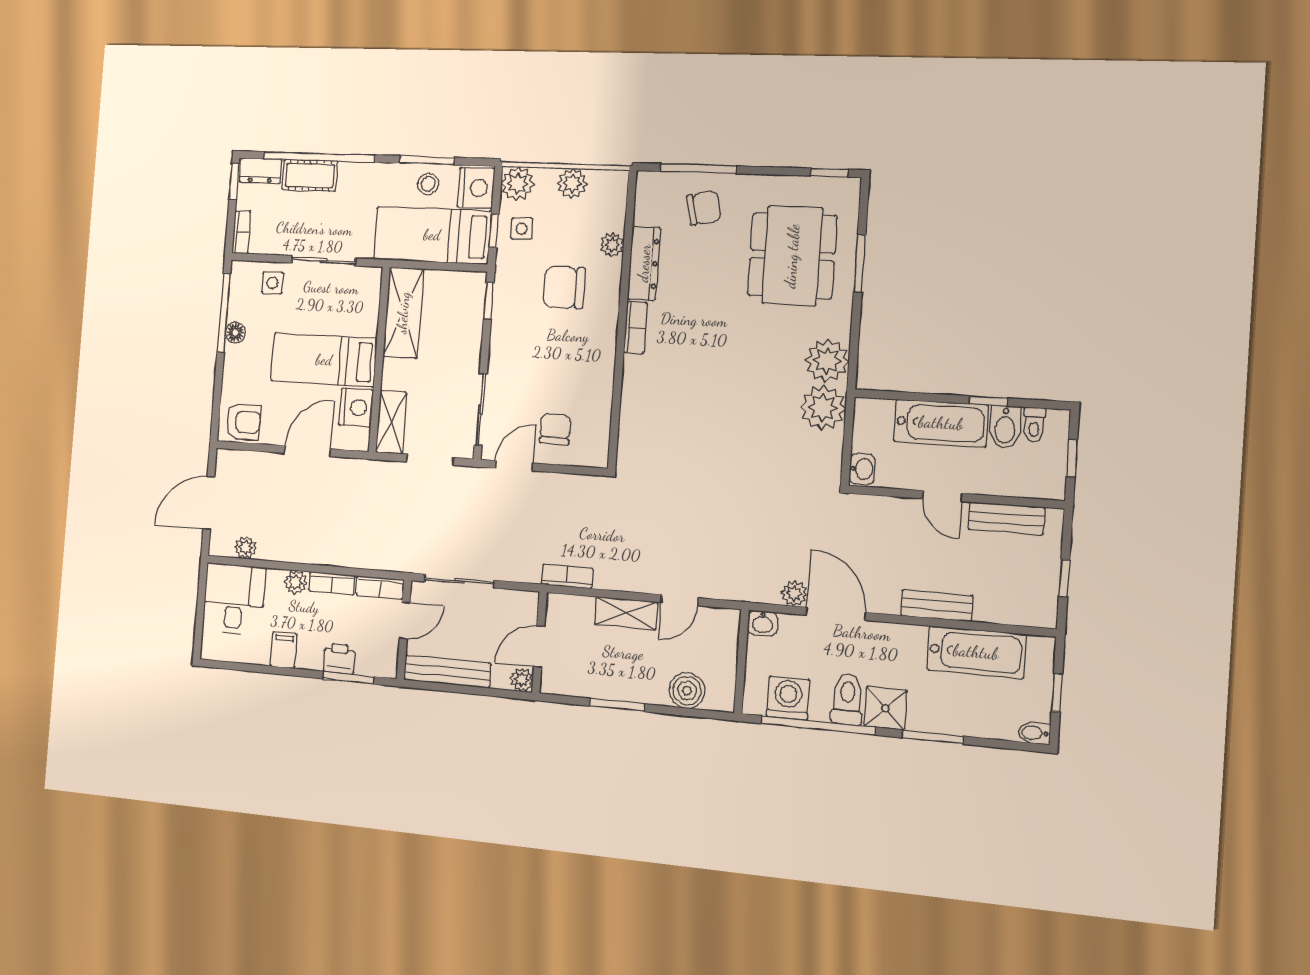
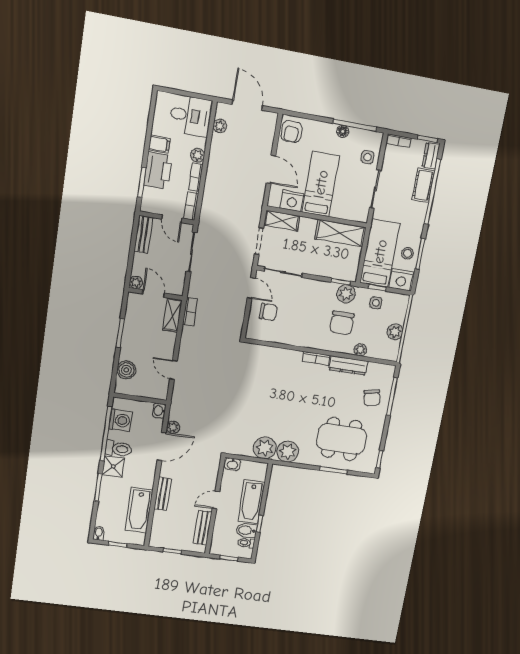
plant: (517, 184) -> (346, 294), moved
chair: (564, 287) -> (342, 323), turned 180
shelving: (626, 613) -> (172, 315), moved
printer: (339, 659) -> (158, 171), width x1.87, depth x1.48
bench: (447, 672) -> (143, 234), width x0.73

